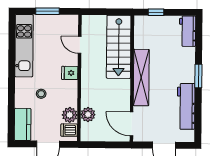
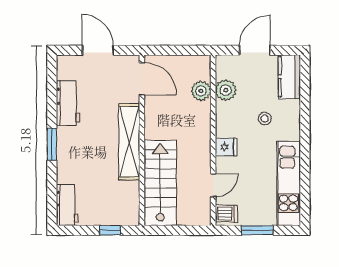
door: (80, 45) -> (213, 185), hinge flipped
workbench: (186, 106) -> (68, 103), width x0.73
dishwasher: (69, 130) -> (226, 213), moved

